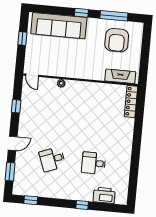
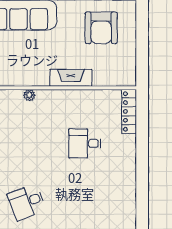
fireplace: (120, 76) -> (71, 78), moved
desk: (94, 163) -> (85, 143), moved

